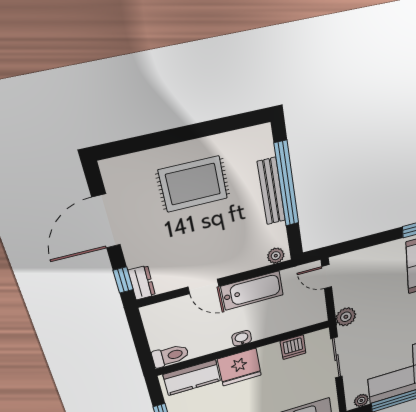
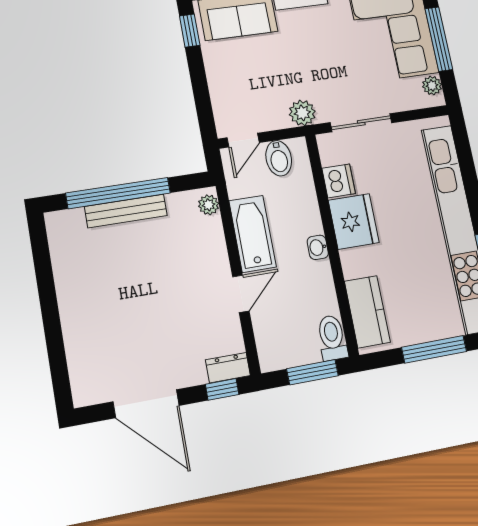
rug: (193, 184) -> (110, 302), removed
bidet: (312, 304) -> (279, 158), added
window: (142, 345) -> (312, 372), added
fridge: (239, 367) -> (354, 221), moved

